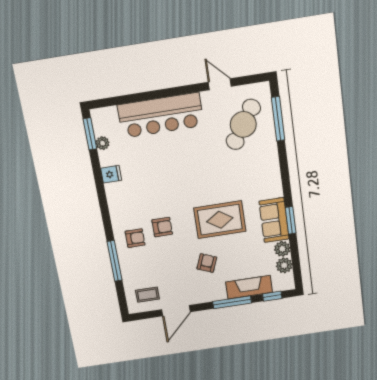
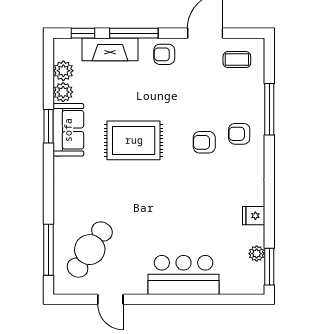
bar counter: (161, 115) -> (184, 275), width x0.73
armchair: (207, 263) -> (164, 54), moved, turned 68

